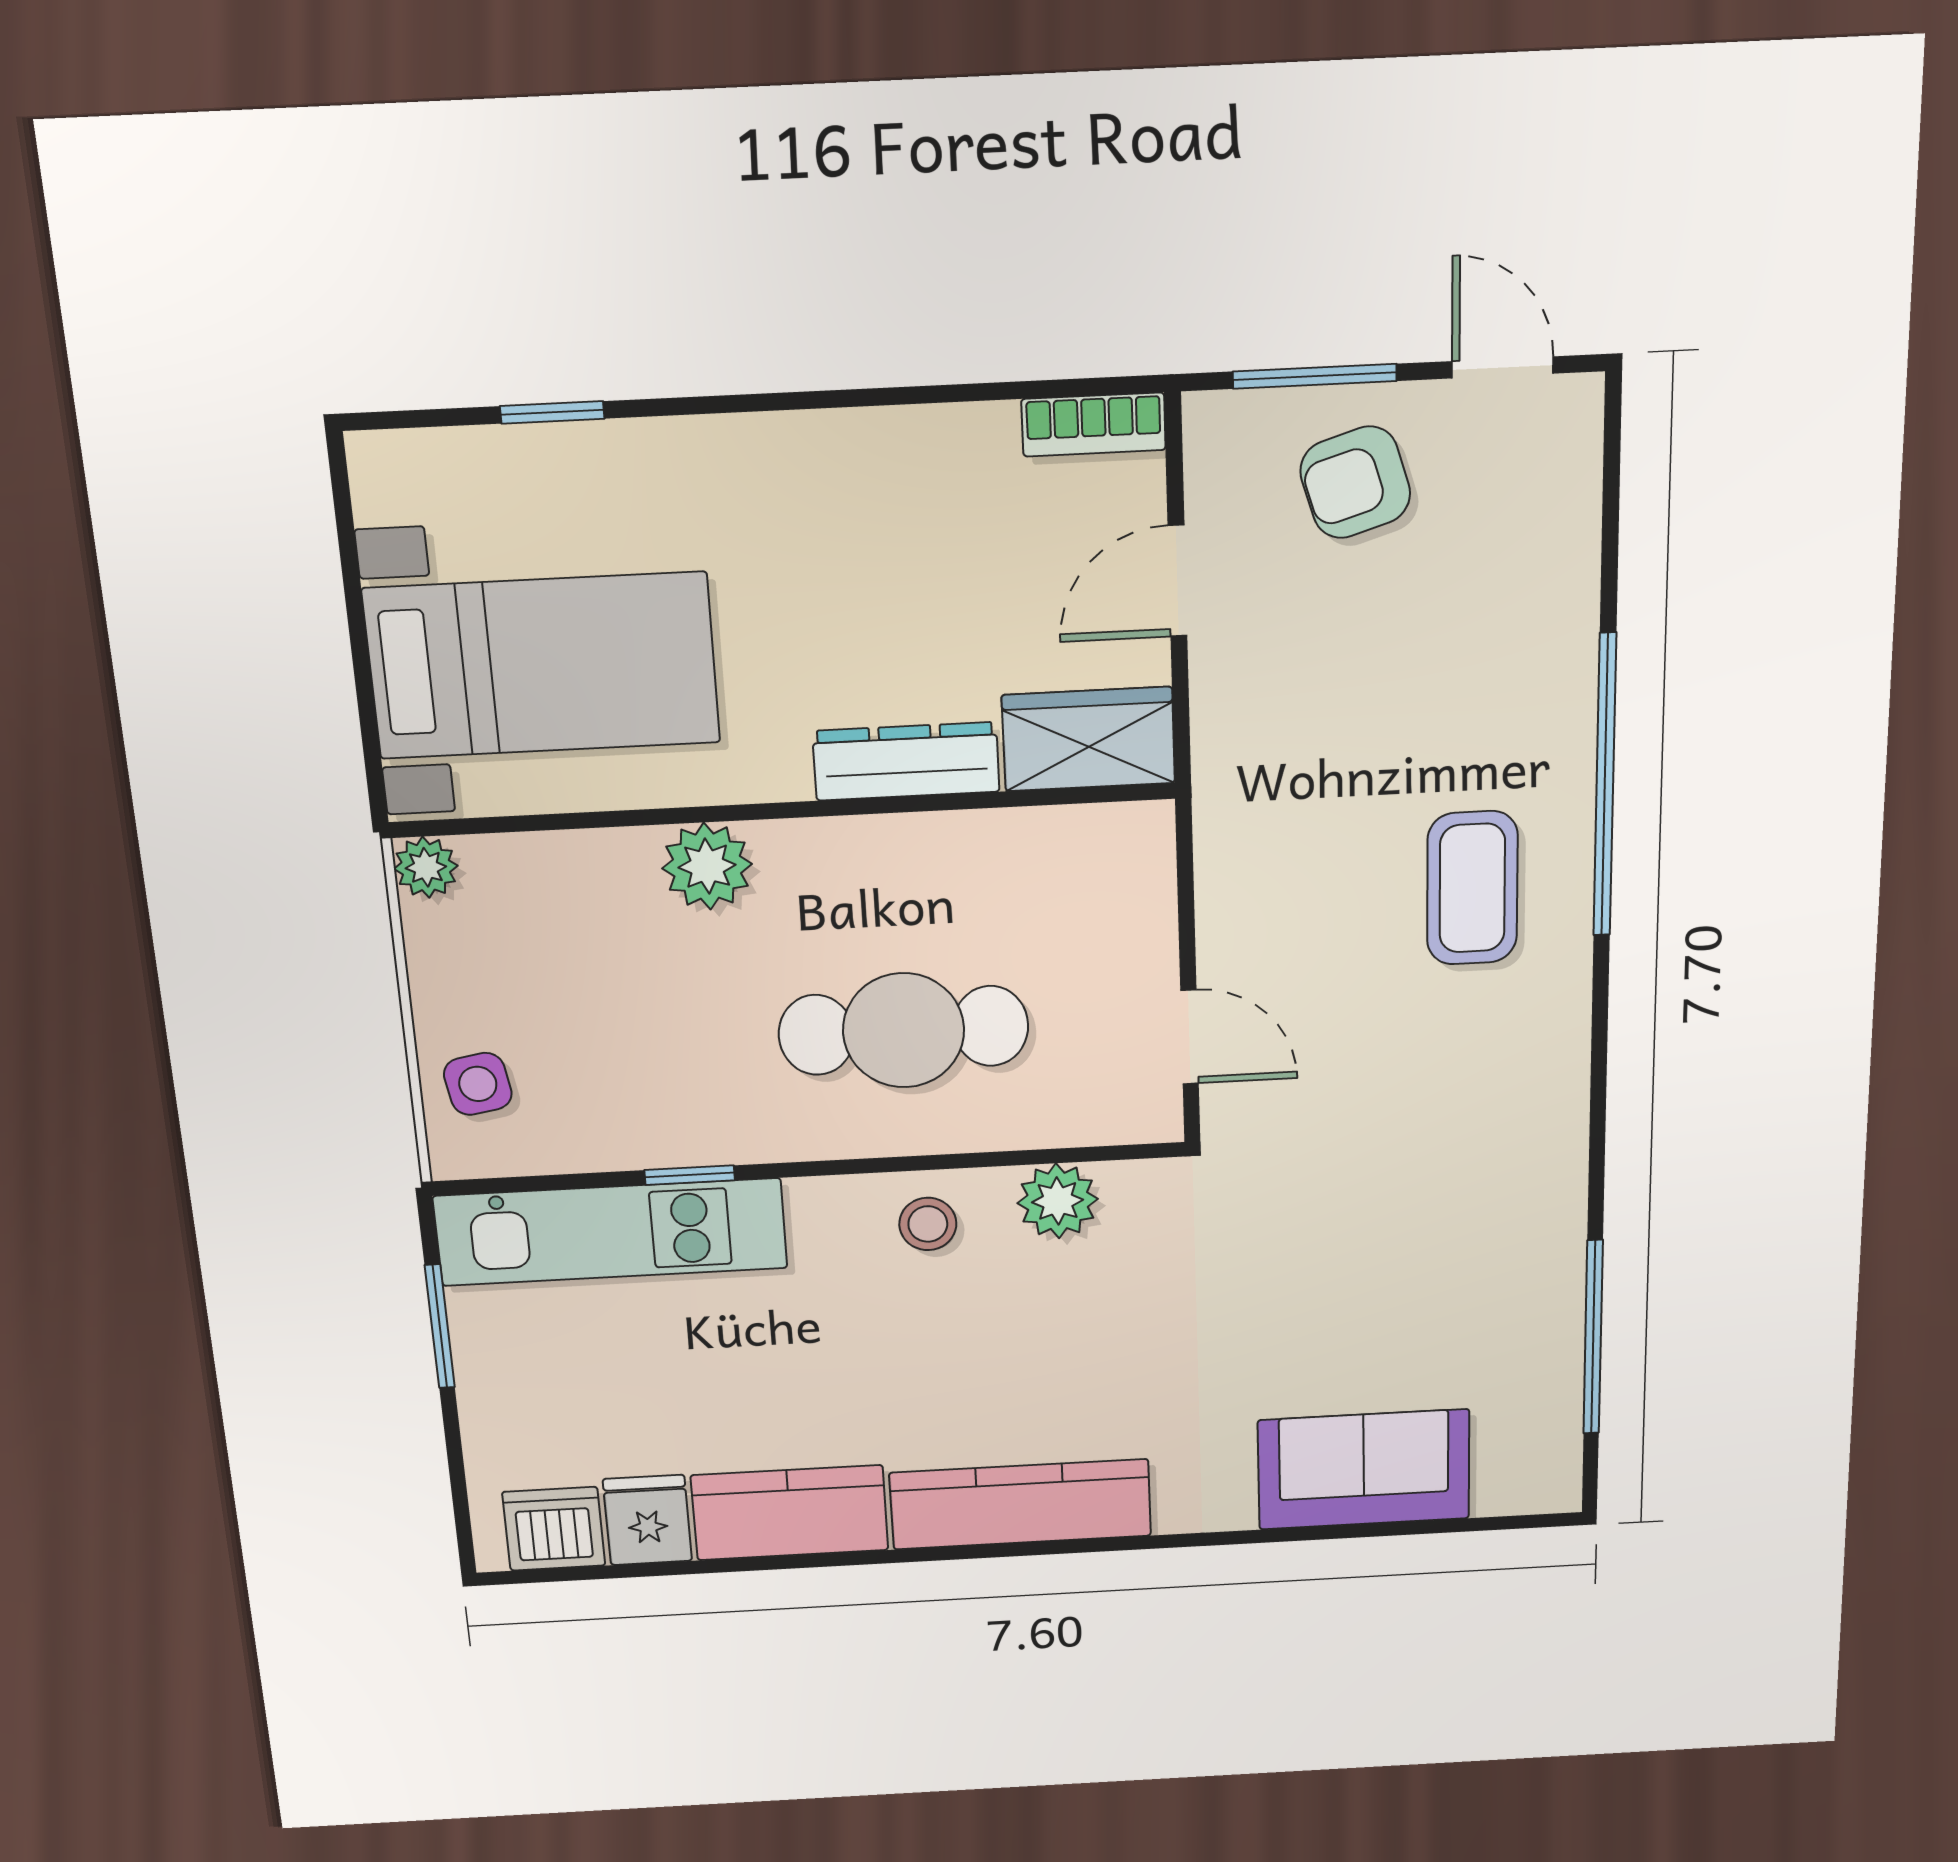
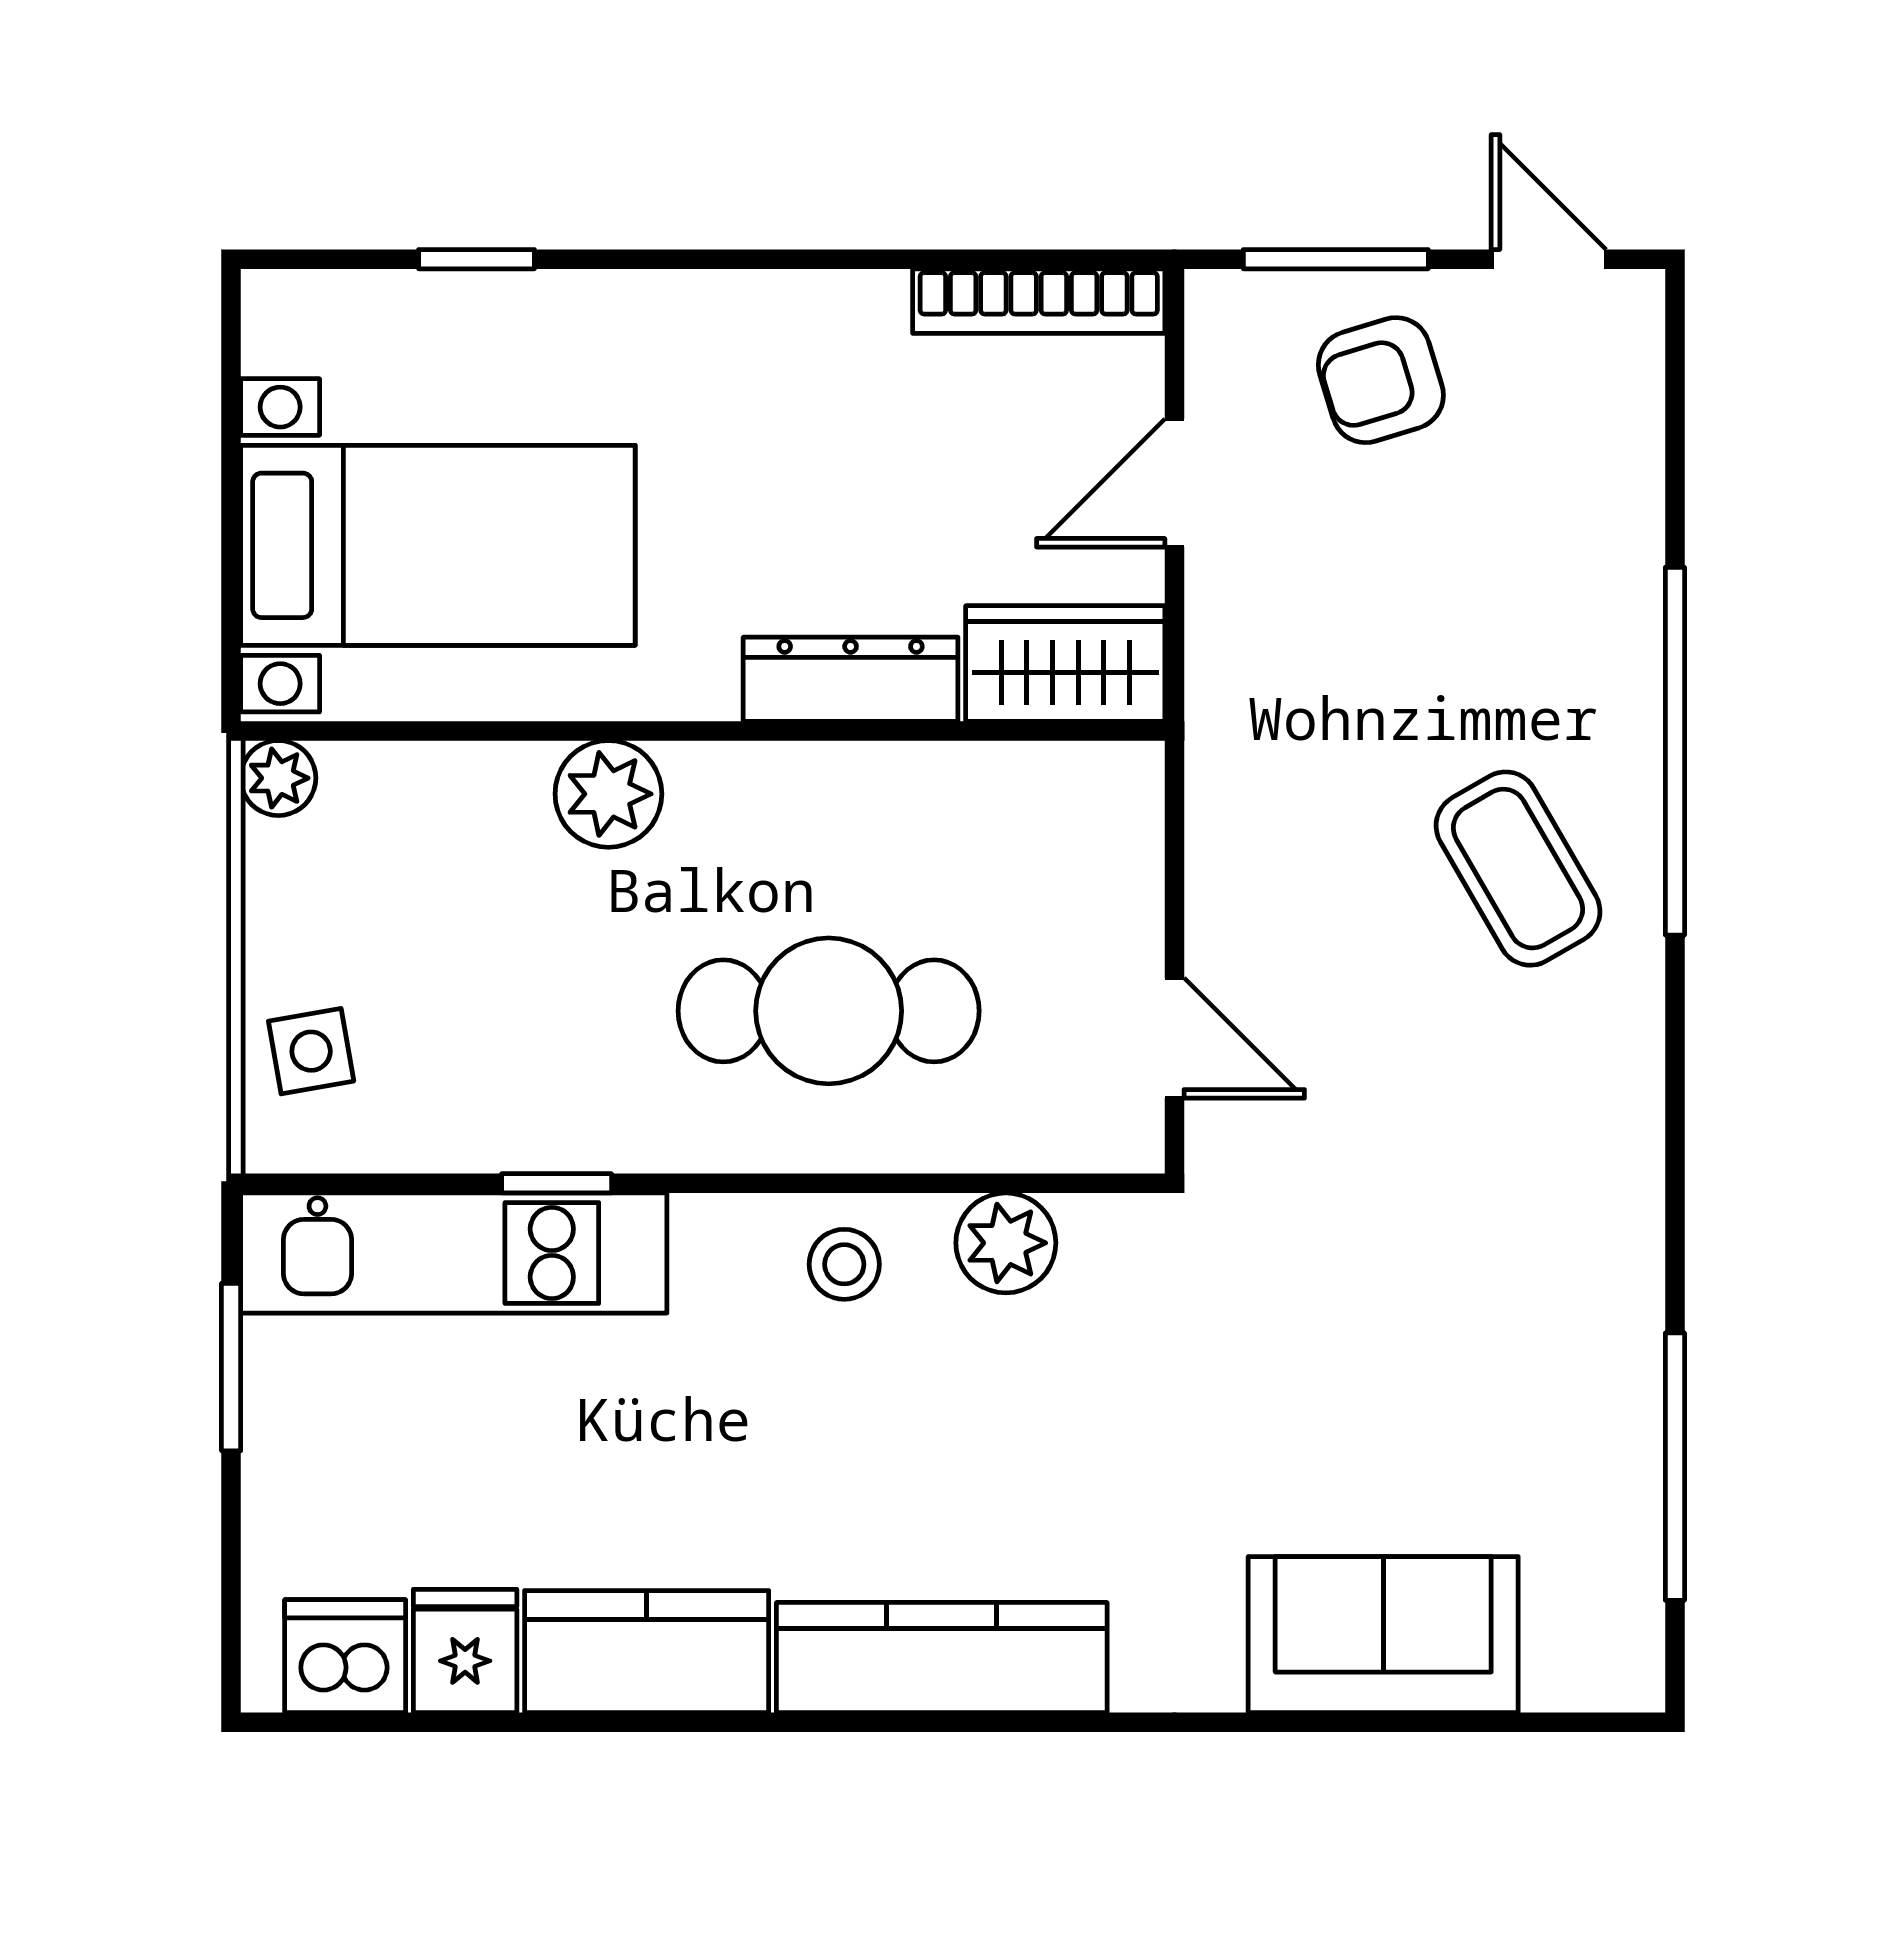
bookcase: (1094, 425) -> (1039, 301), width x1.56
coffee table: (1472, 888) -> (1518, 869), turned -30

